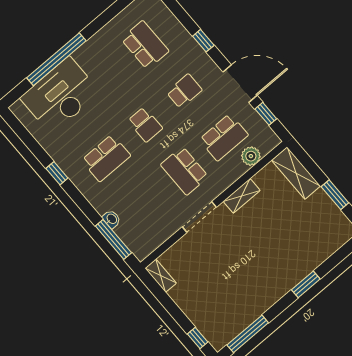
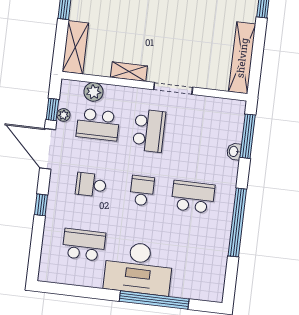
school desk: (145, 45) -> (84, 245), turned 90
desk: (60, 95) -> (138, 268), moved
plant: (254, 118) -> (63, 115), added
school desk: (224, 137) -> (98, 125), turned 180
window: (57, 173) -> (237, 222), width x3.17
shelving: (161, 276) -> (242, 58), width x2.20, depth x1.33

